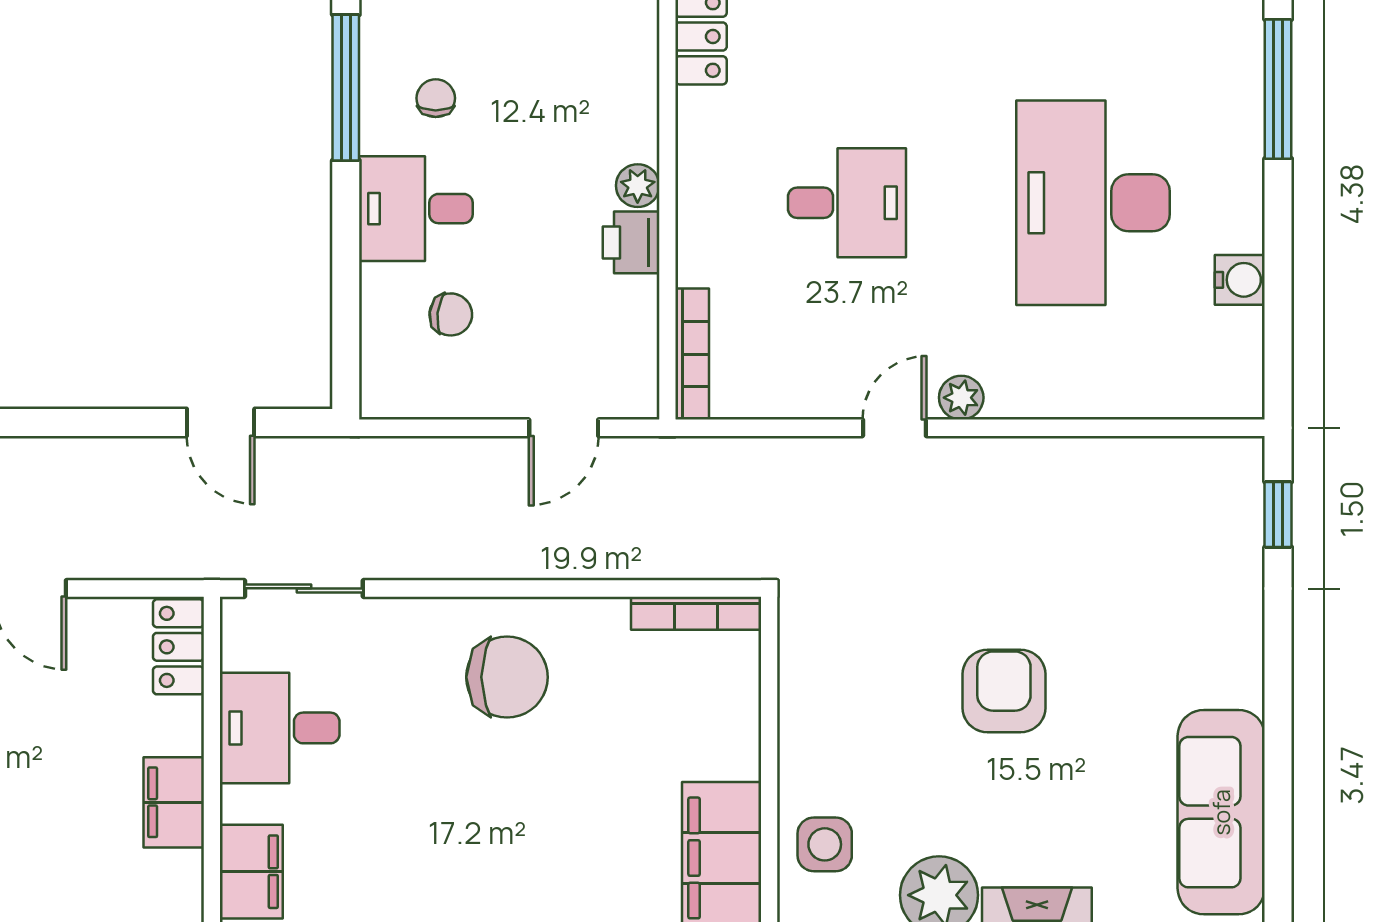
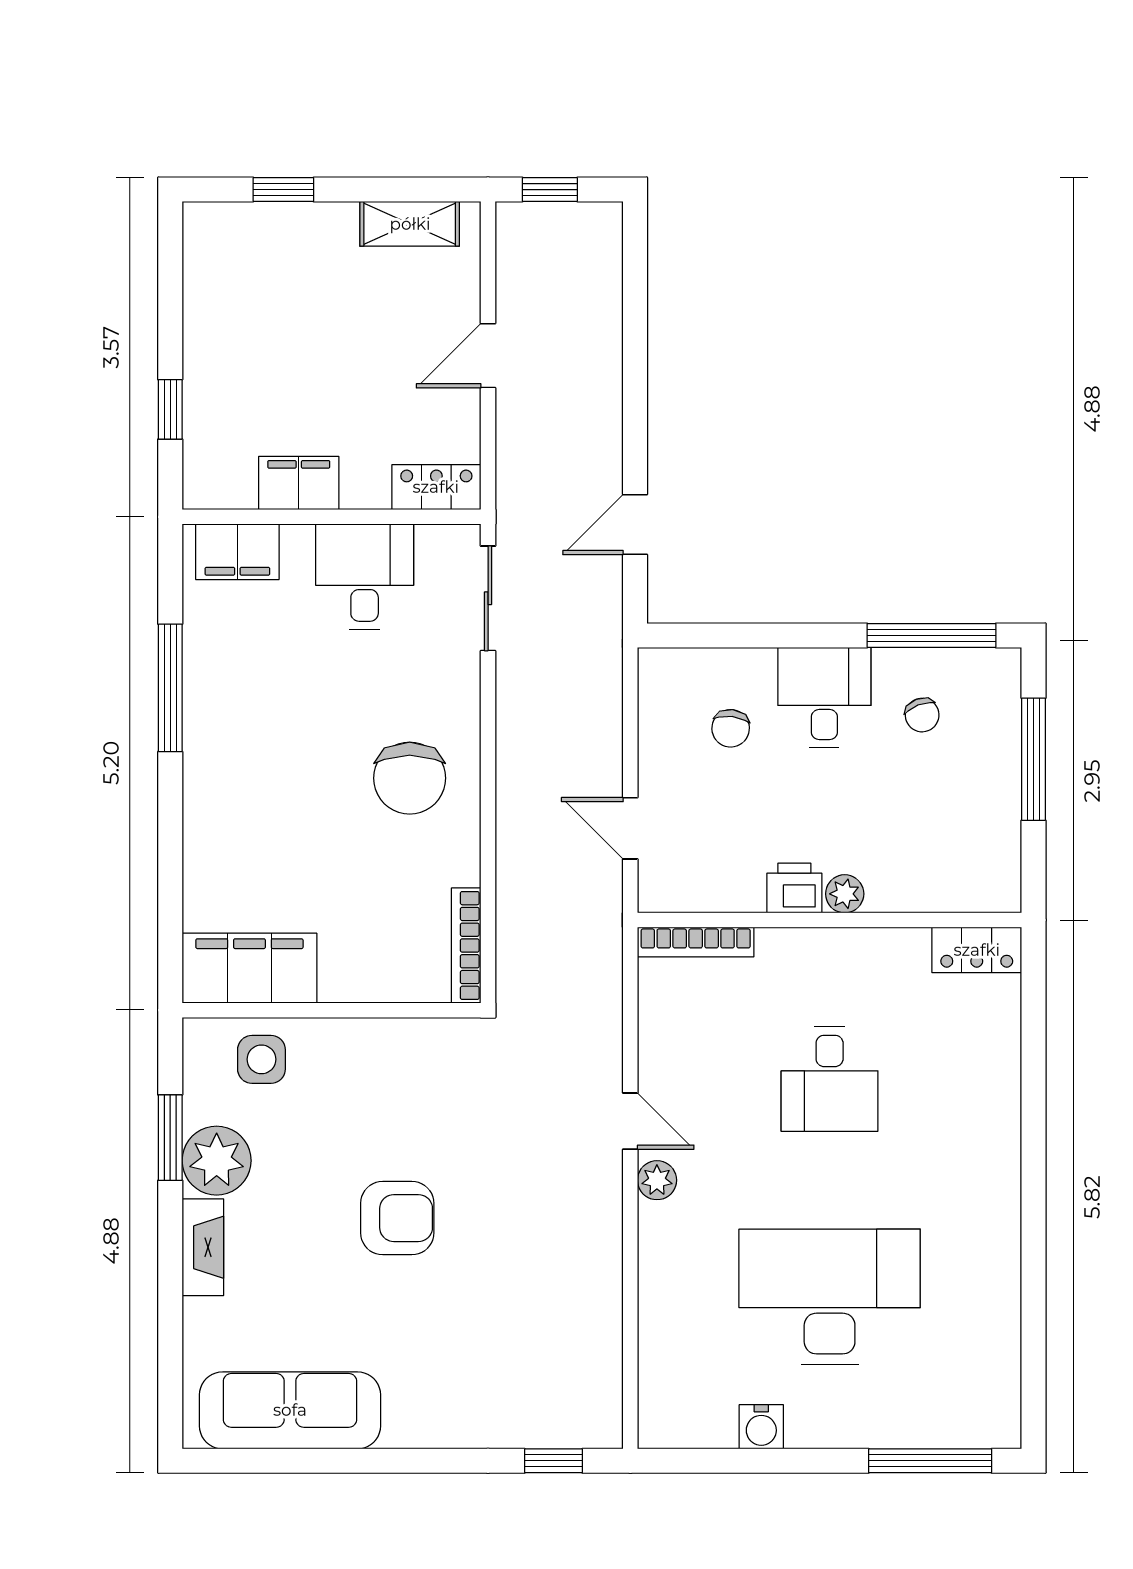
chair: (436, 98) -> (922, 715), turned 69

